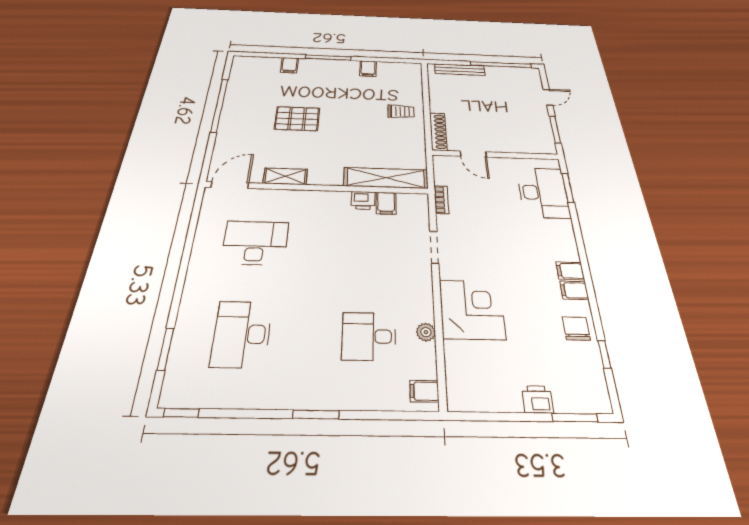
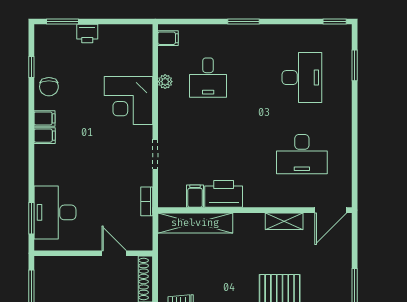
printer: (363, 200) -> (224, 194), width x1.87, depth x1.48
desk: (369, 336) -> (208, 78), turned 90

